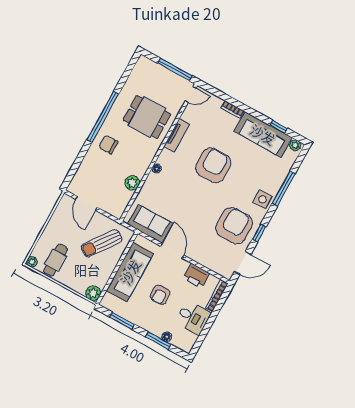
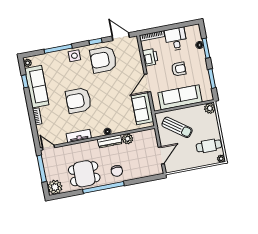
plant: (145, 67) -> (55, 187), added
dining table: (147, 117) -> (84, 174), moved, turned 90
dresser: (145, 162) -> (110, 141), added

